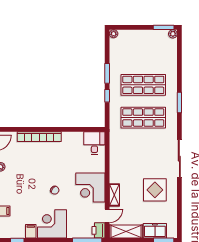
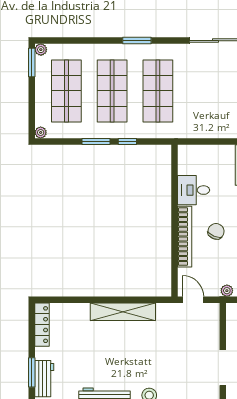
shop shelf: (143, 52) -> (66, 91), added
desk: (94, 143) -> (194, 190), moved
chair: (43, 159) -> (216, 231), added

